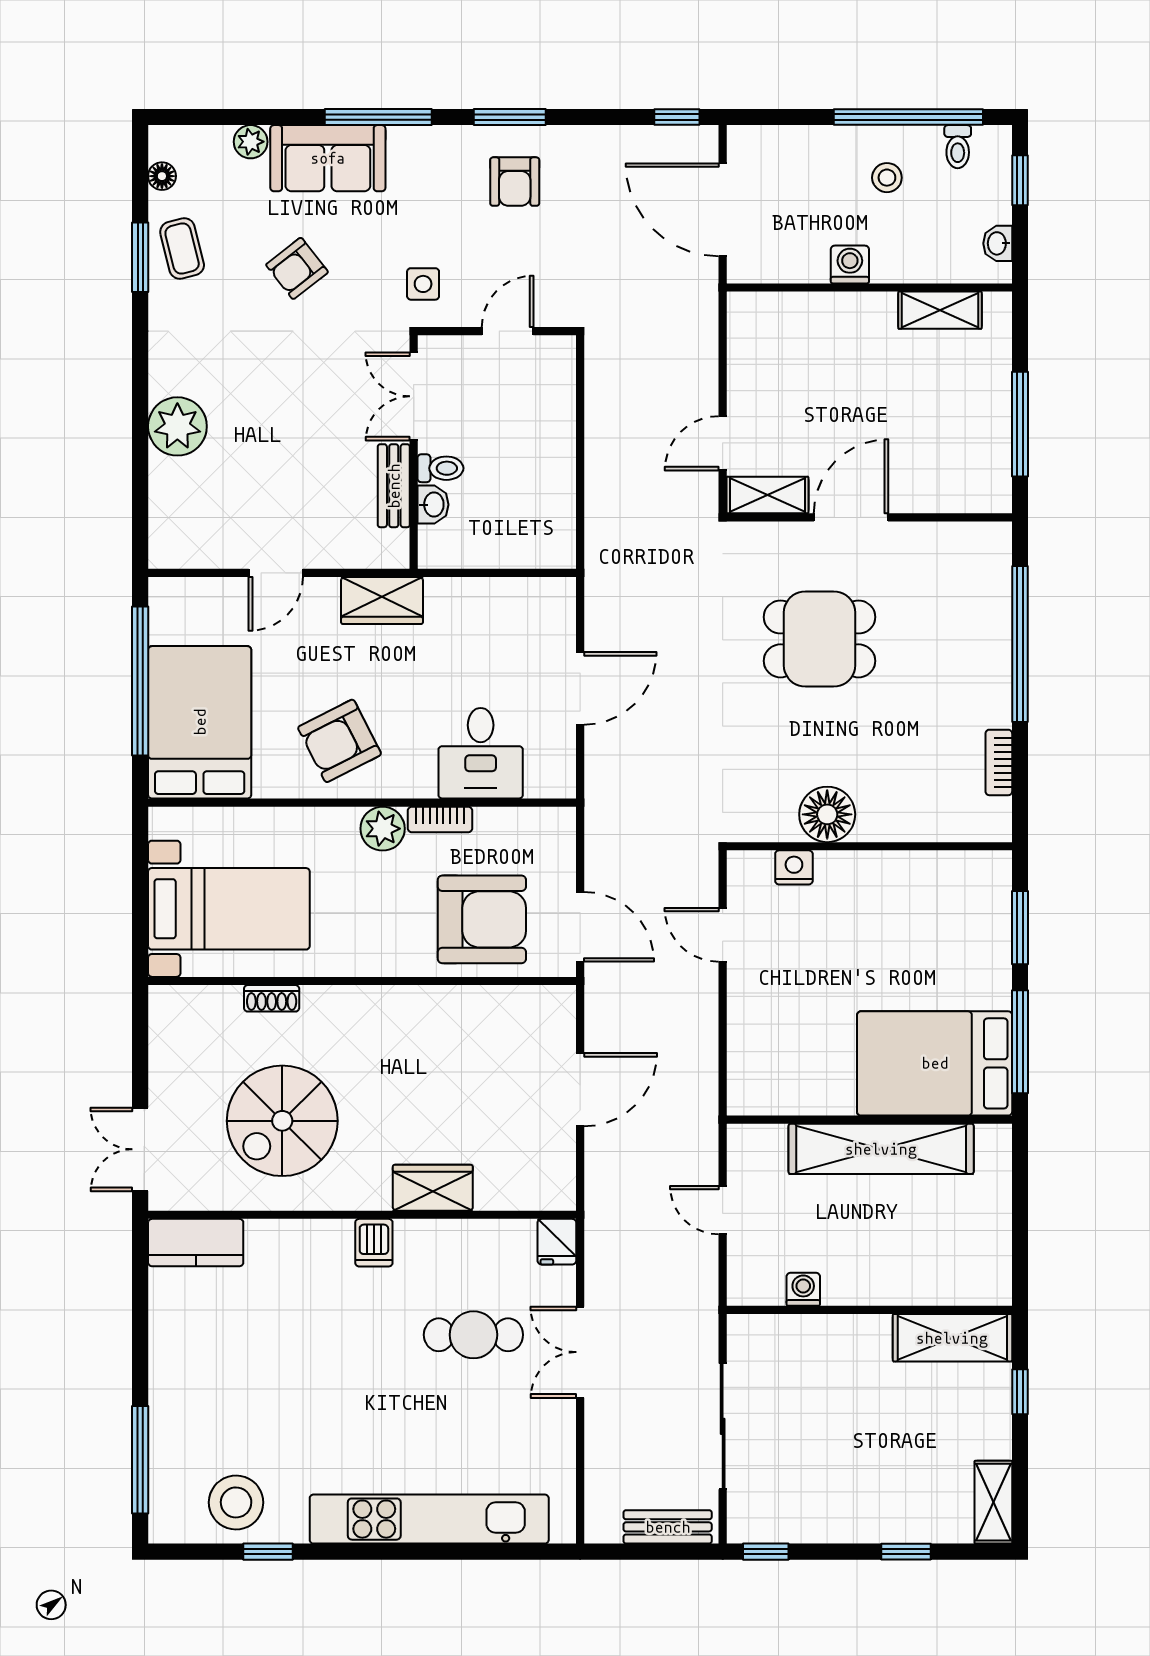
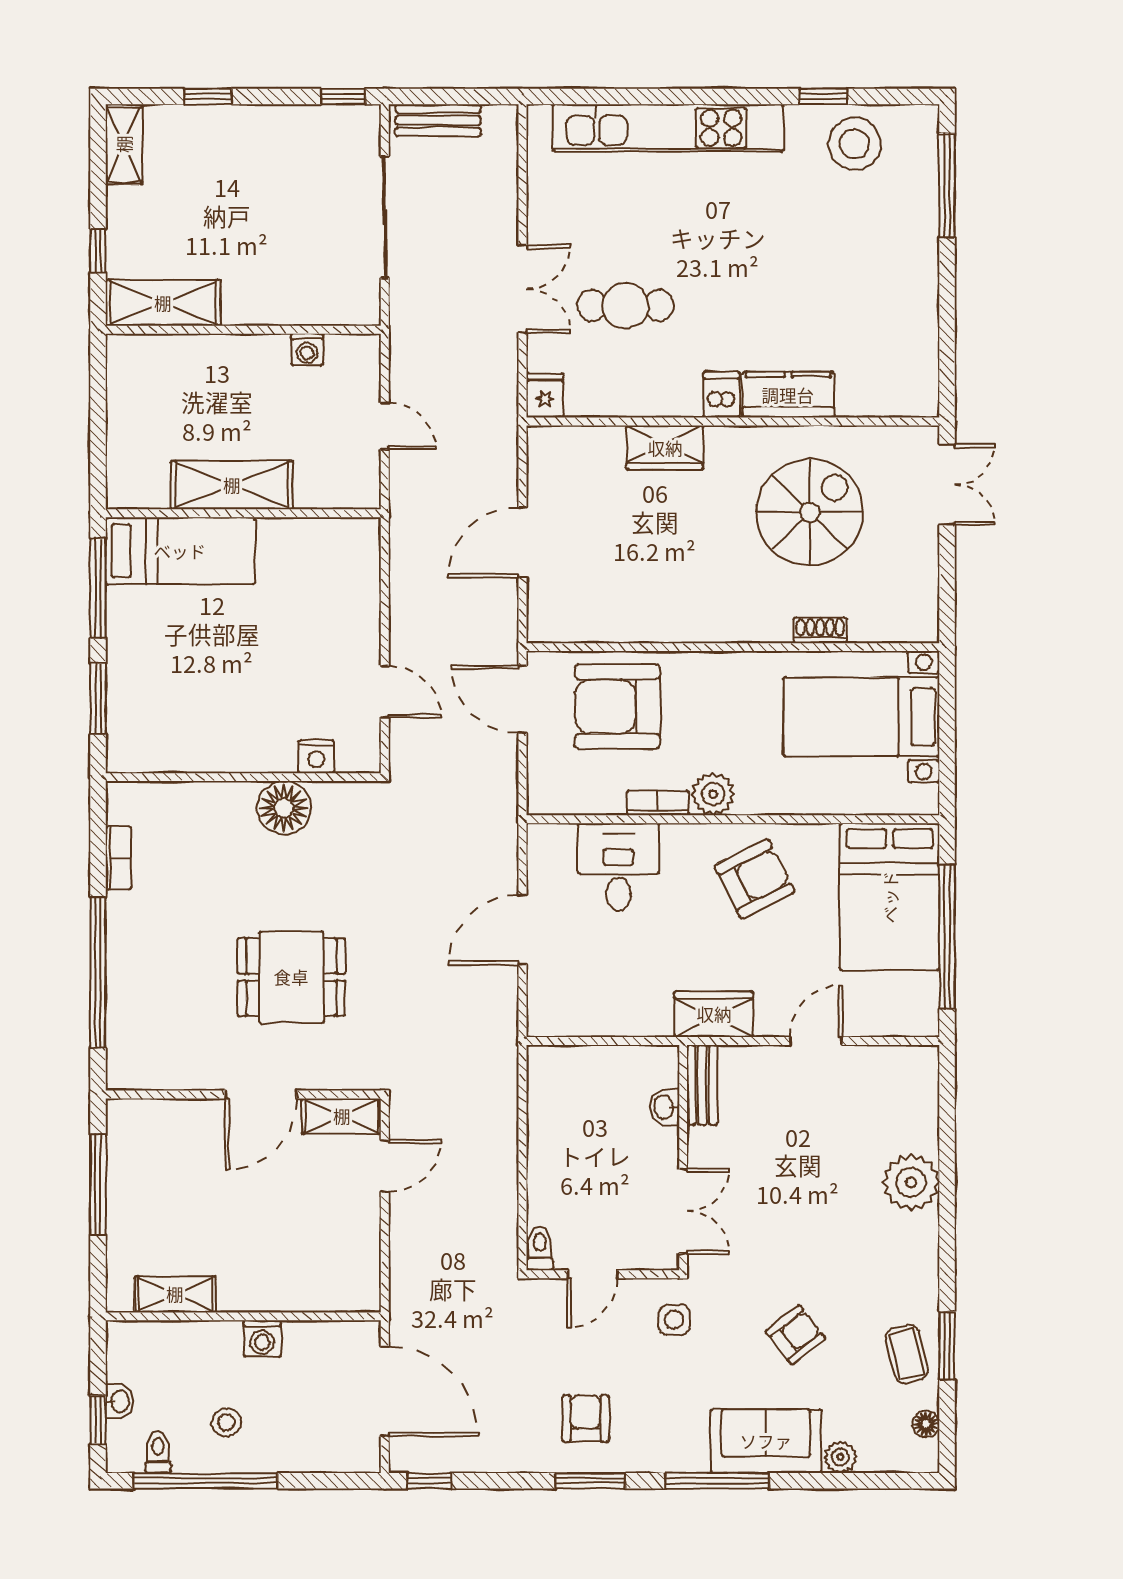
washbasin: (998, 243) -> (119, 1401), moved
toilet: (440, 468) -> (540, 1248), moved, turned 90
bench: (394, 486) -> (702, 1085), moved
bed: (935, 1063) -> (180, 551), width x0.67
shelving: (881, 1149) -> (232, 485), width x0.68
kitchen counter: (196, 1243) -> (788, 395), moved

